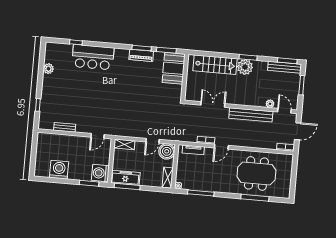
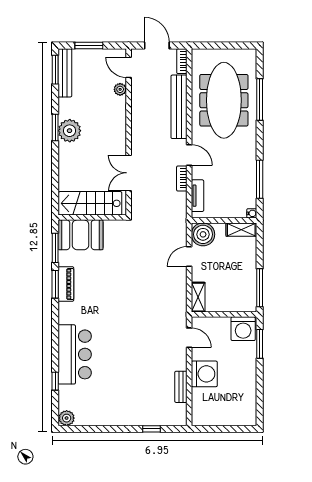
stairs: (215, 65) -> (90, 203), moved, turned -90
plant: (48, 69) -> (67, 418), moved
door: (284, 111) -> (129, 67), hinge flipped
bench: (251, 115) -> (179, 107), moved
door: (153, 141) -> (189, 256), swing flipped
washing machine: (59, 170) -> (204, 374), moved, turned 180
meeting table: (256, 173) -> (224, 100), width x1.36
freezer: (125, 178) -> (247, 291), removed

